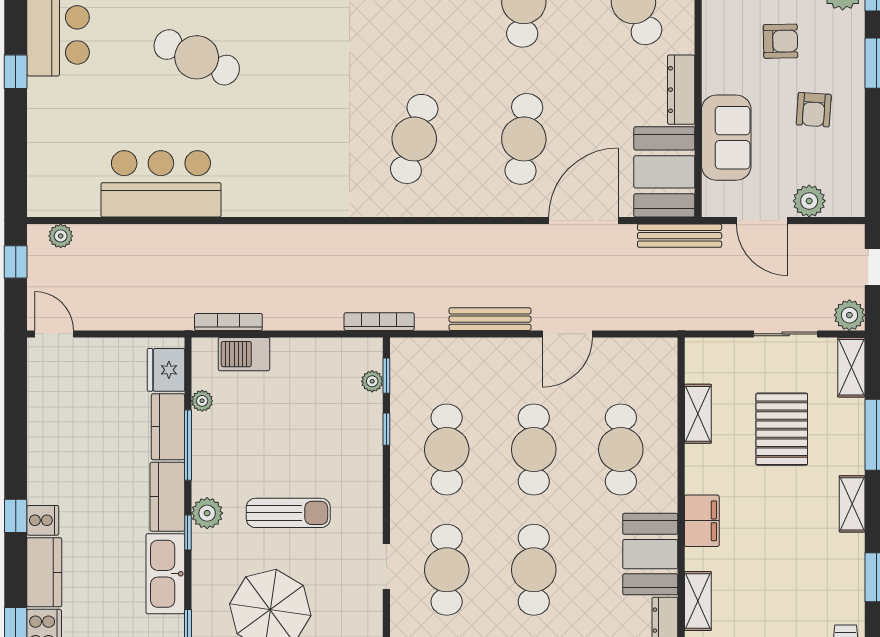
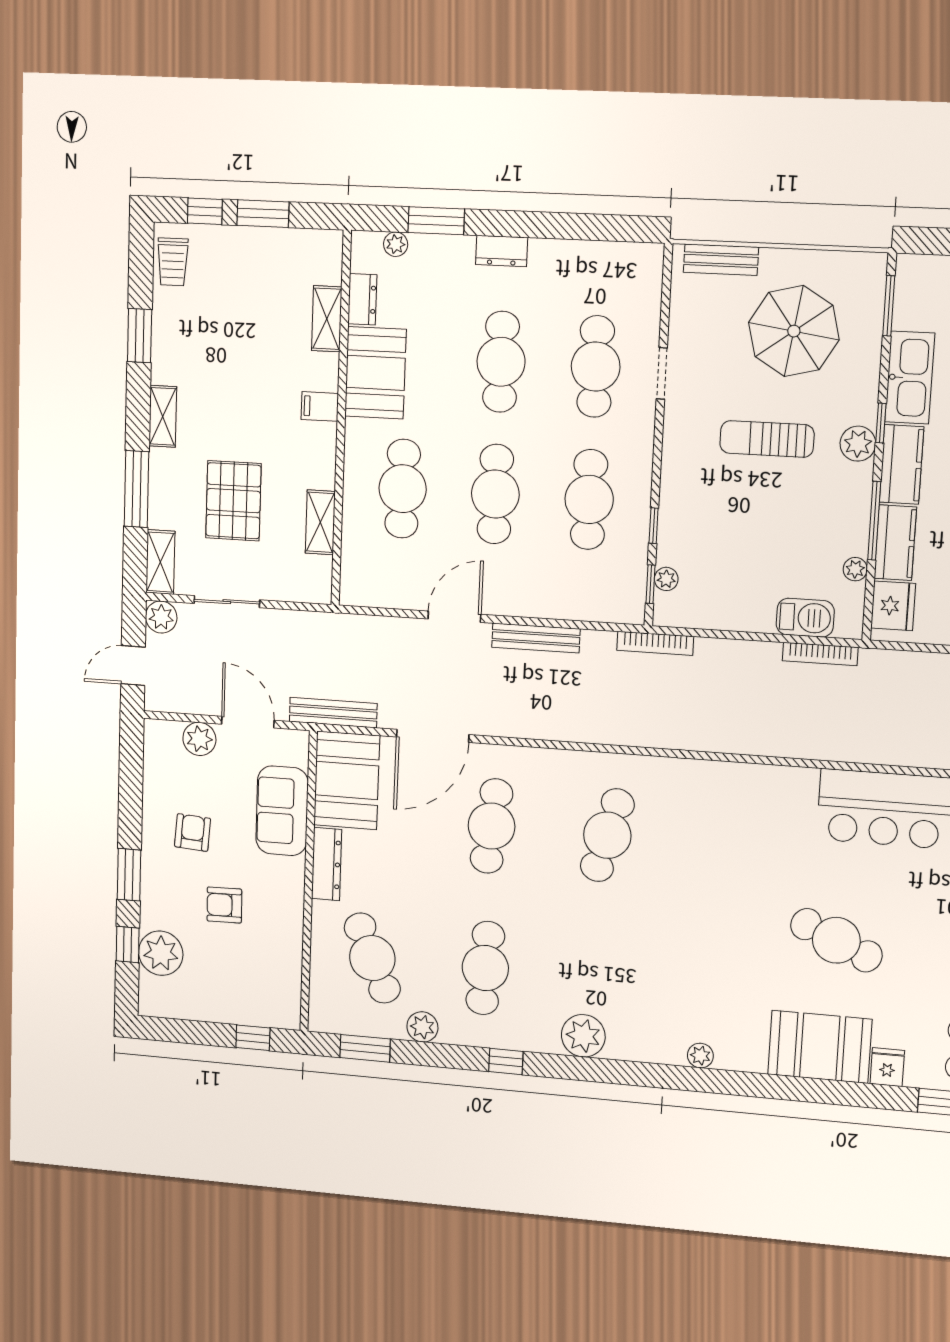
filing cabinet: (702, 521) -> (320, 406), width x0.50

